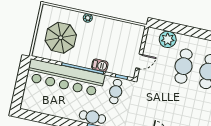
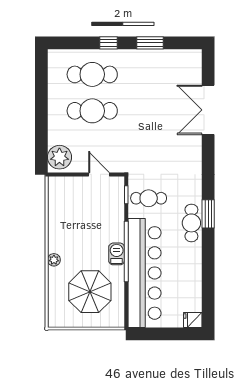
plant: (168, 39) -> (59, 157), moved
barbecue: (100, 65) -> (117, 254), moved
fridge: (26, 104) -> (193, 320), added

